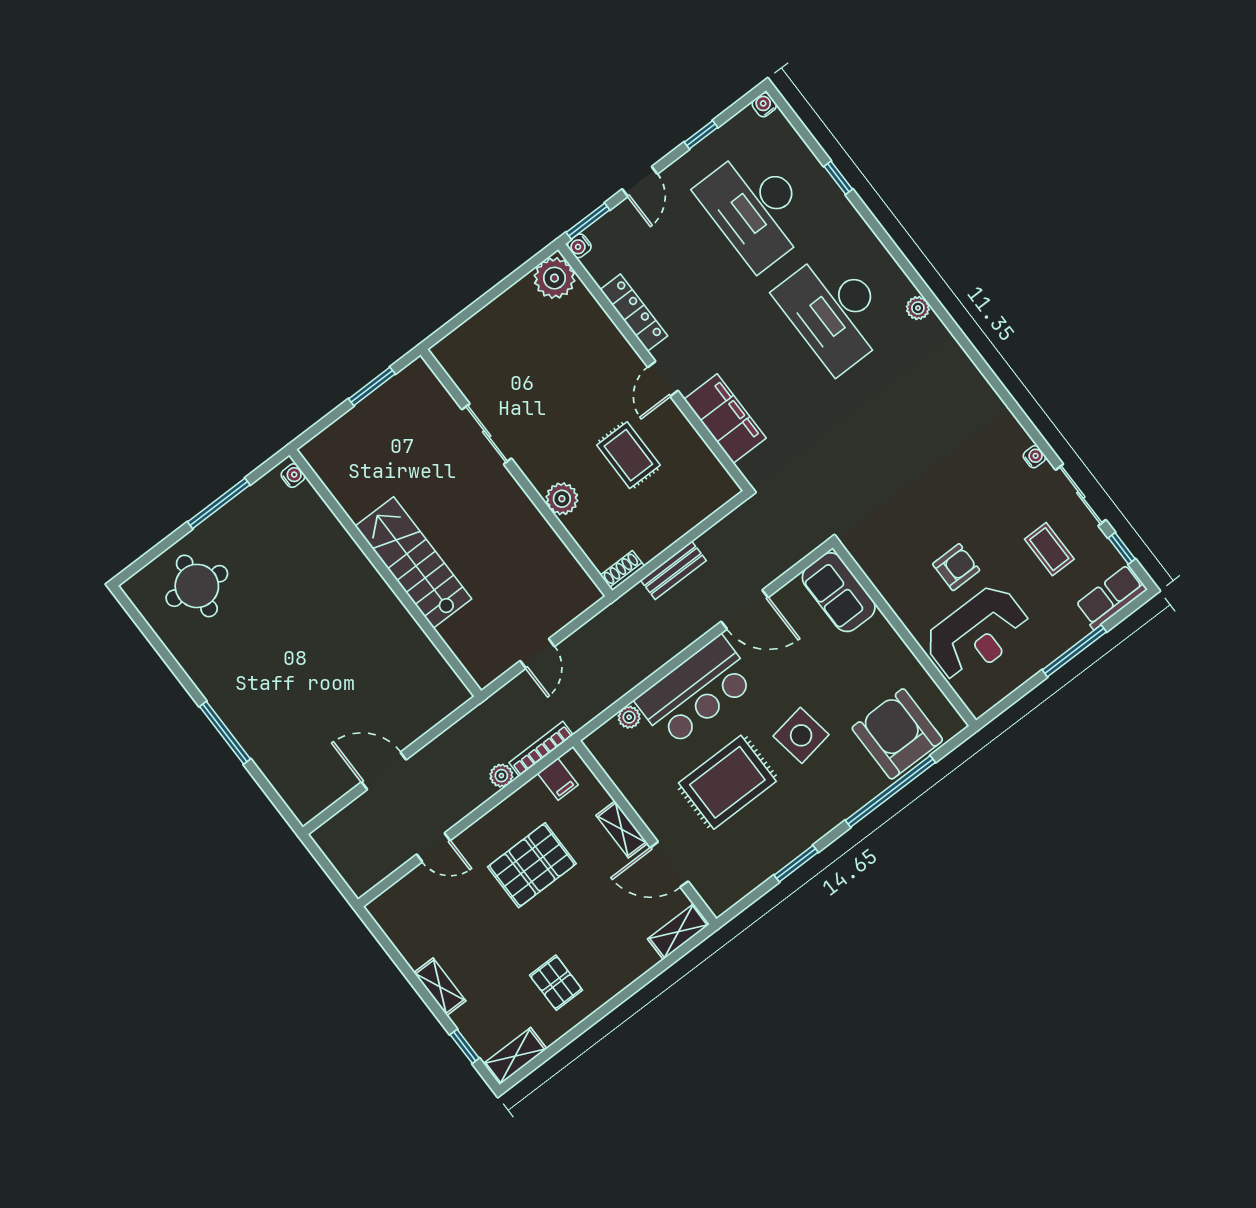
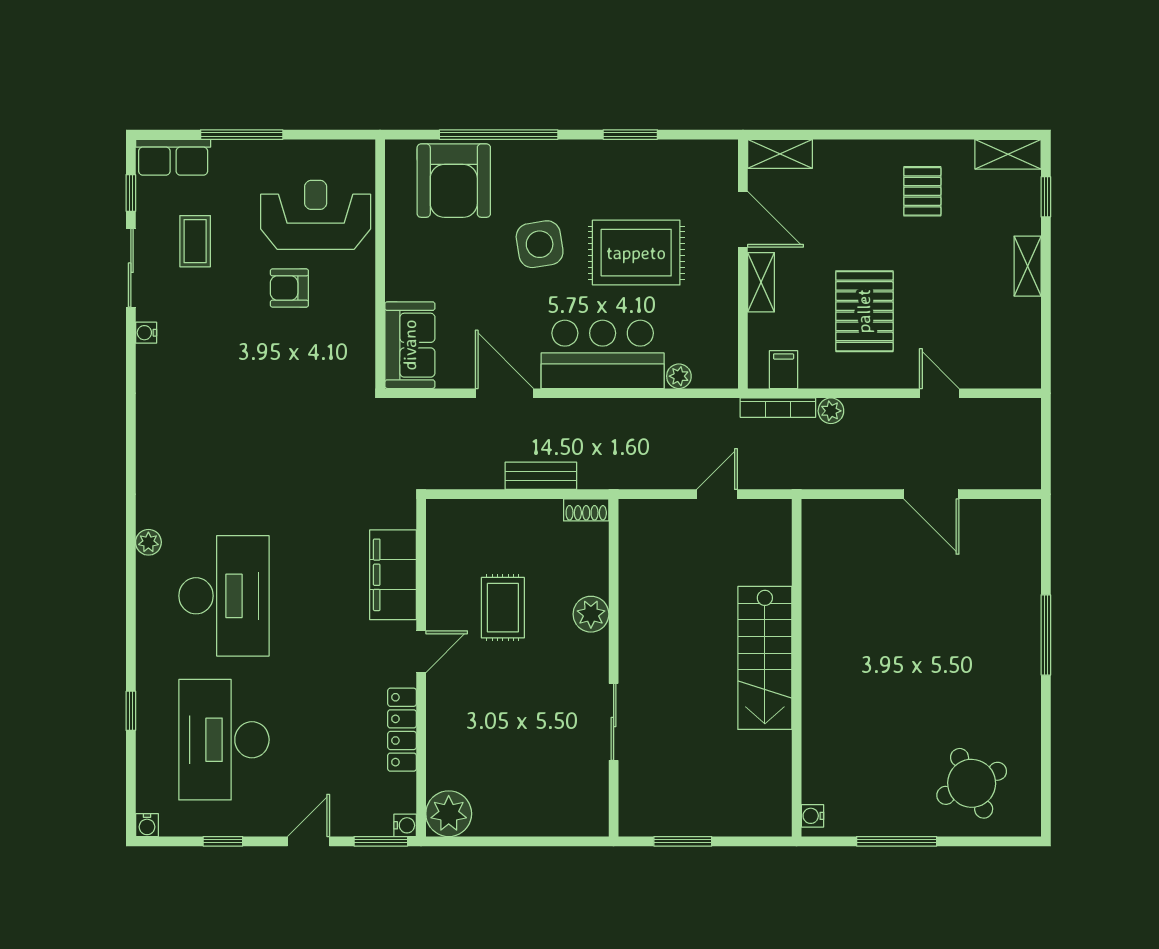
desk: (756, 208) -> (224, 740), turned 180
round table: (197, 586) -> (972, 783), turned -34
pallet: (532, 865) -> (864, 311), turned 90

